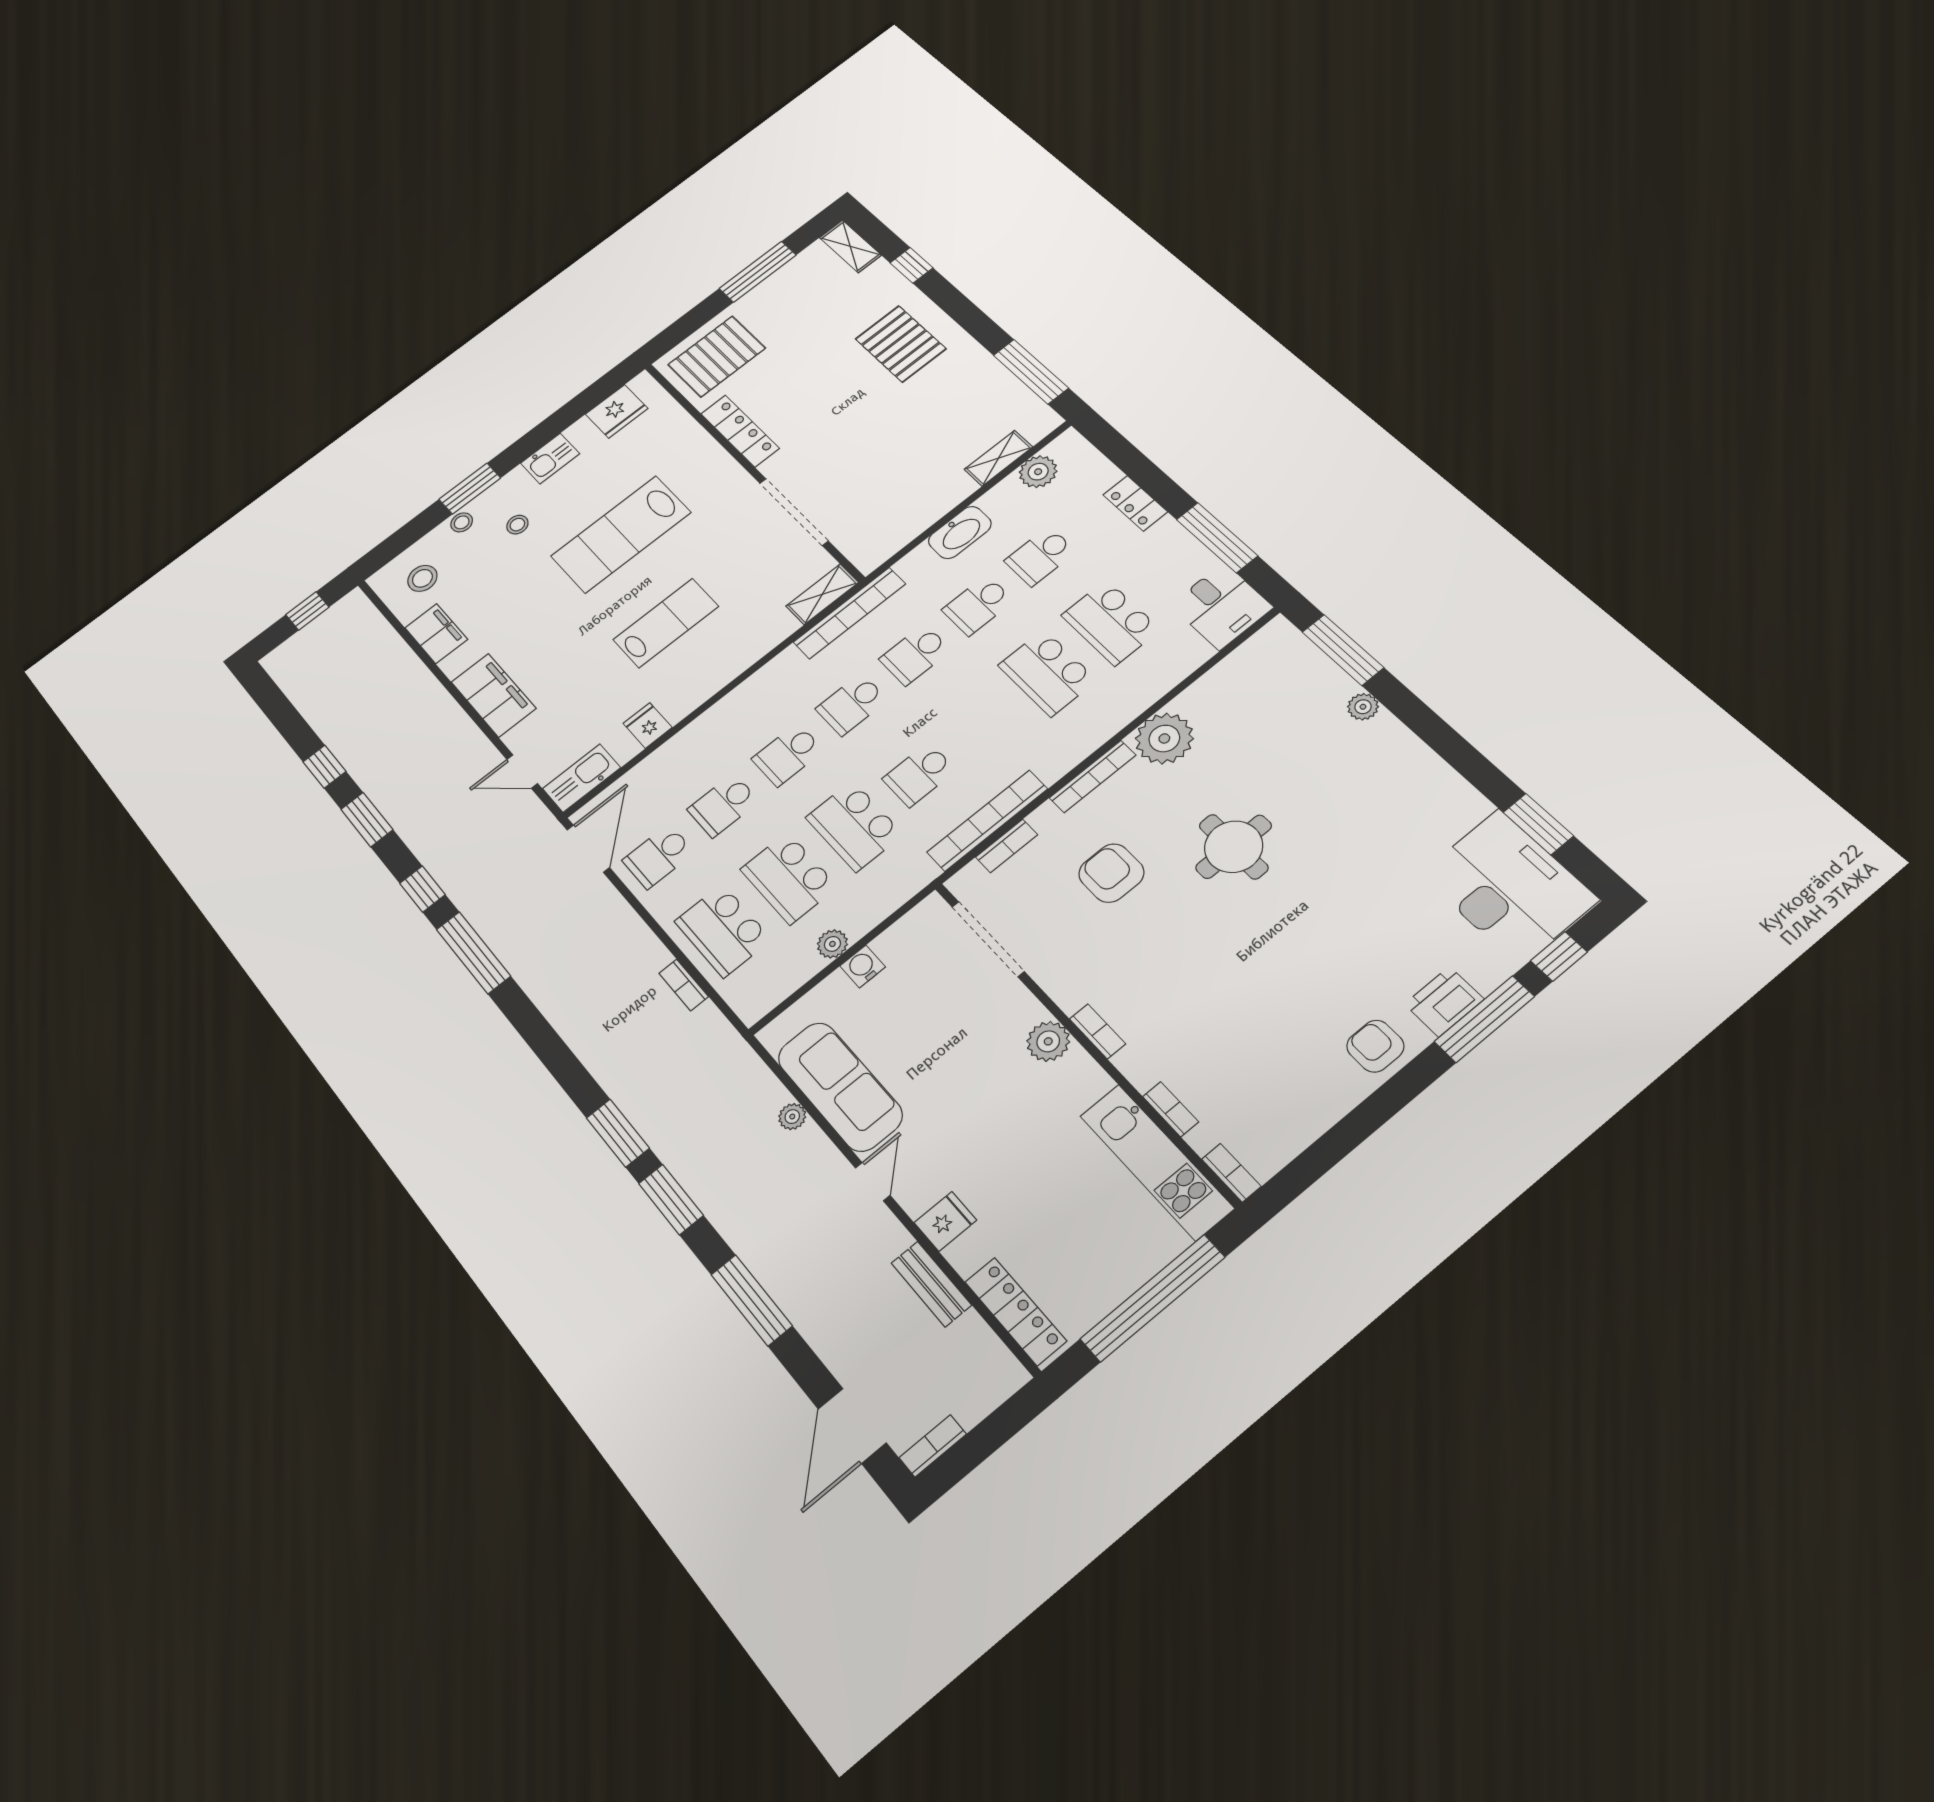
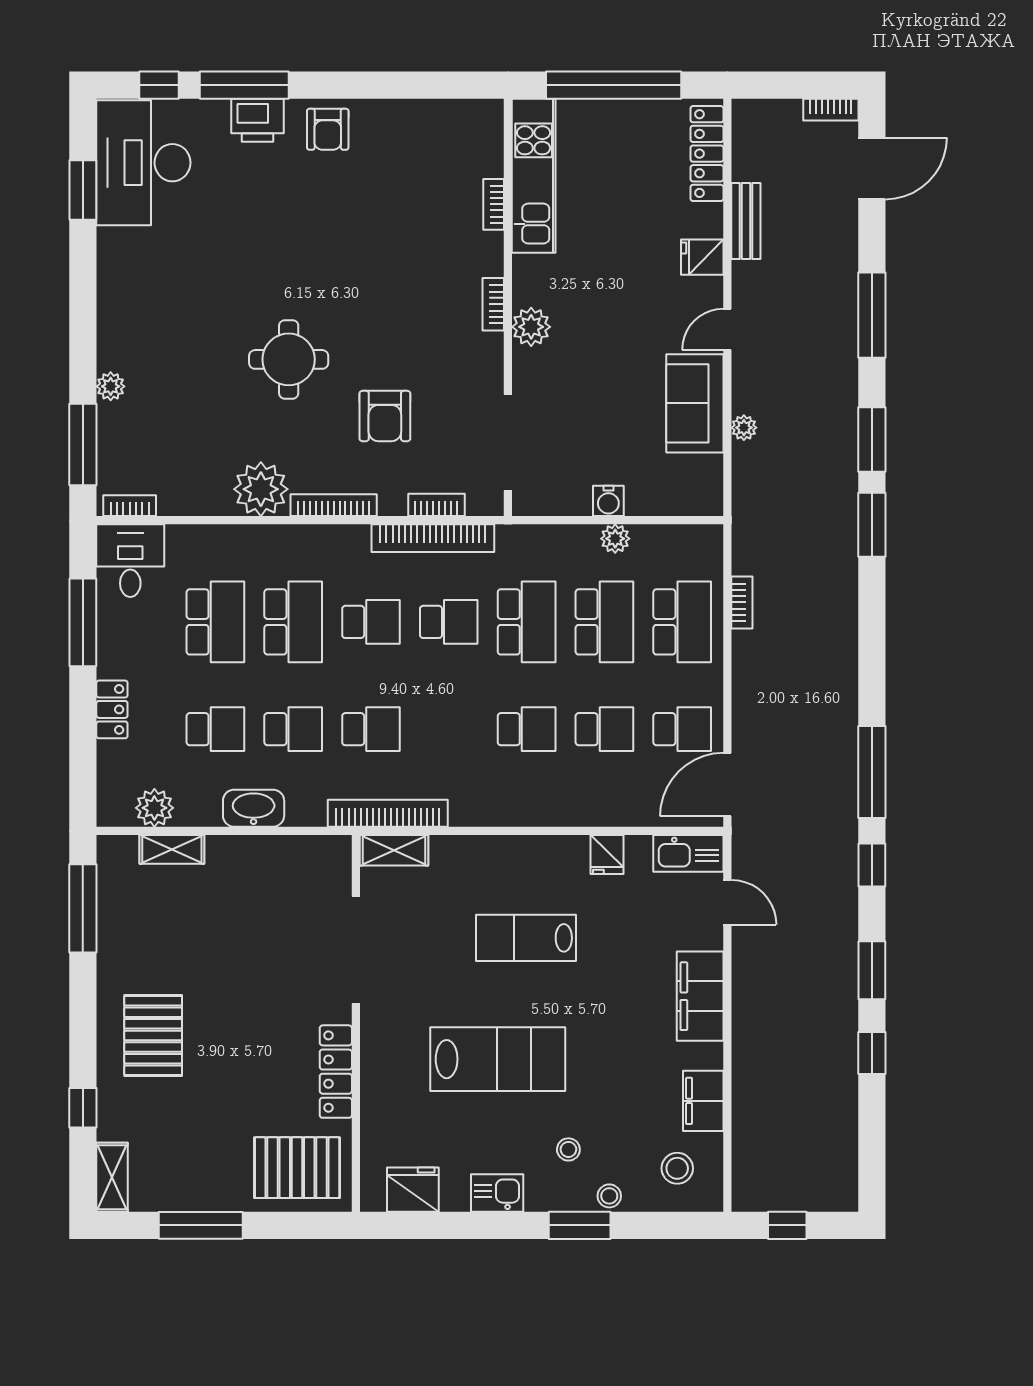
school desk: (852, 704) -> (371, 622), moved
sofa: (840, 1087) -> (695, 403), width x0.73
bookcase: (1231, 1173) -> (130, 506), moved, turned 90

